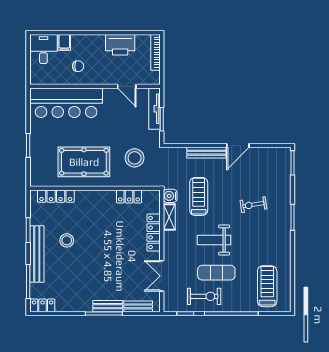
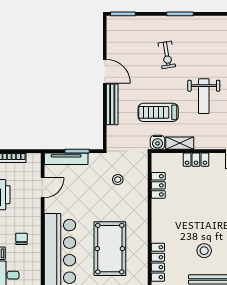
stool: (135, 158) -> (118, 180), width x0.53, depth x0.53
pool table: (84, 162) -> (110, 249), moved
locker: (154, 233) -> (196, 160), width x0.66

